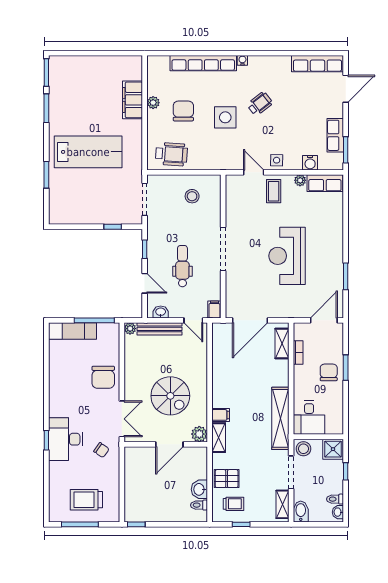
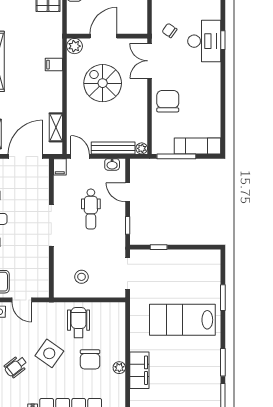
side table: (225, 117) -> (49, 353), turned 35
wheelchair: (171, 154) -> (79, 323), moved, turned 86
shelving: (219, 438) -> (56, 127), moved

